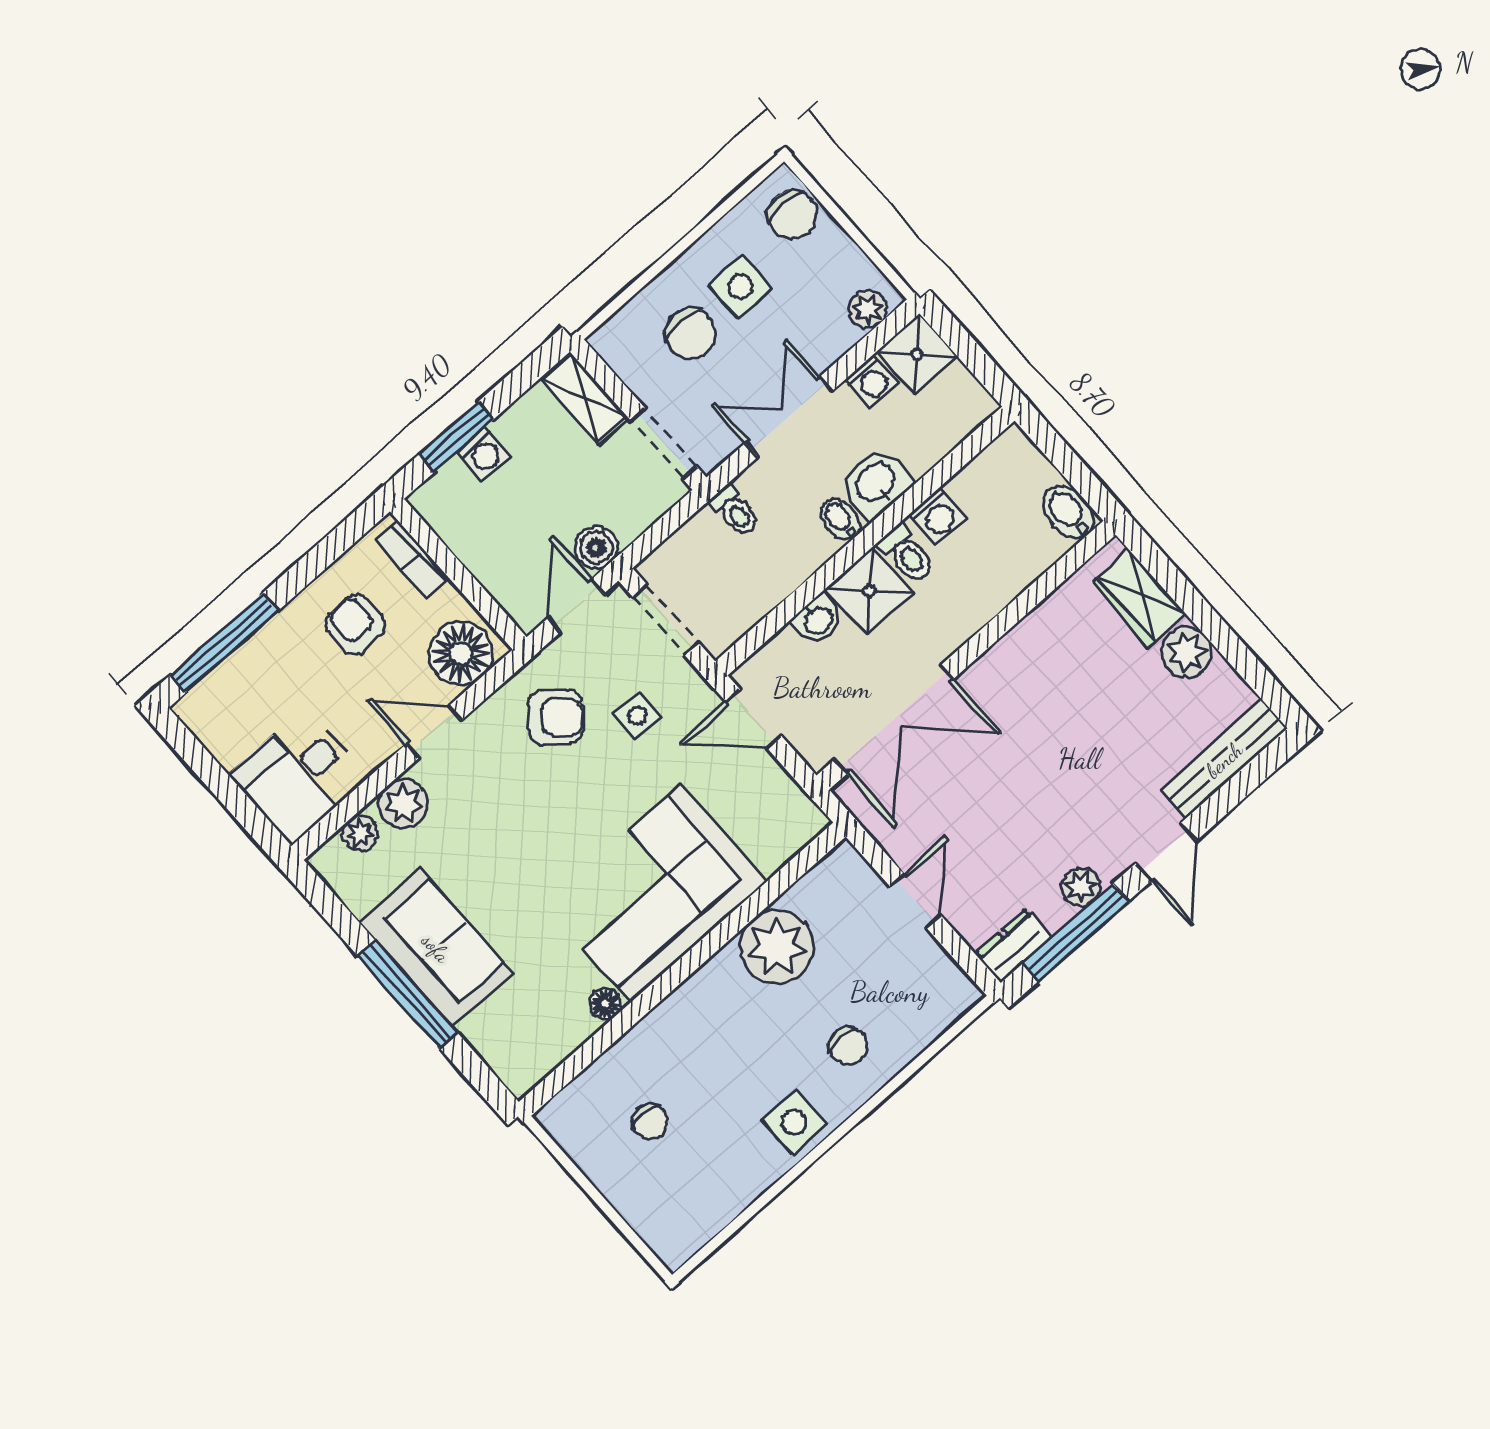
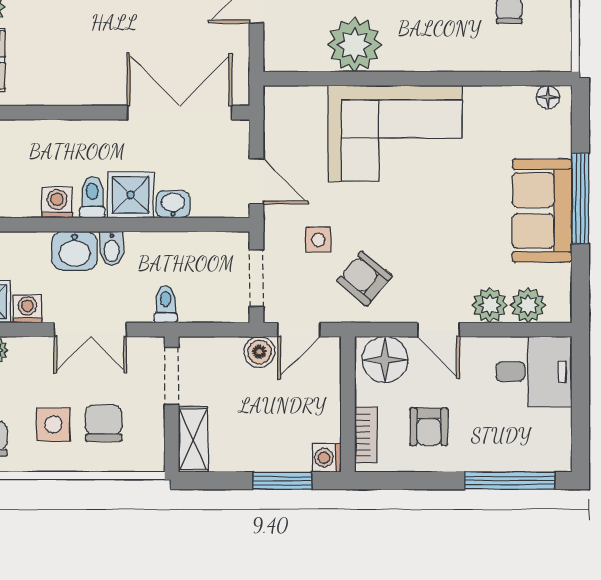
washing machine: (484, 454) -> (327, 458), moved, turned -90
plant: (360, 833) -> (528, 305), width x1.38, depth x1.38
floor lamp: (605, 1004) -> (548, 97), moved

